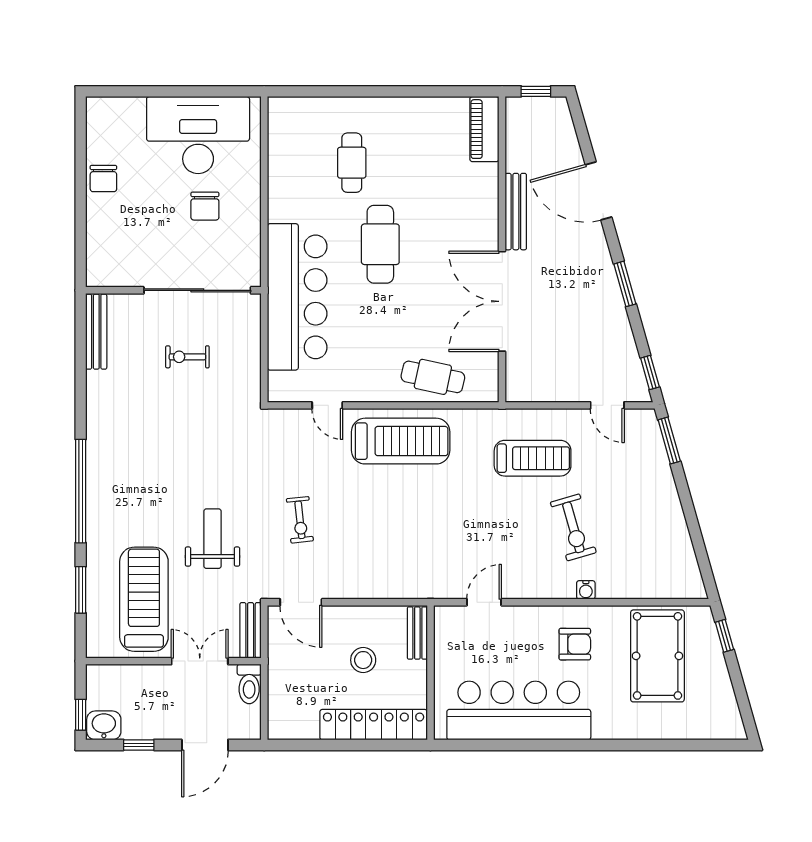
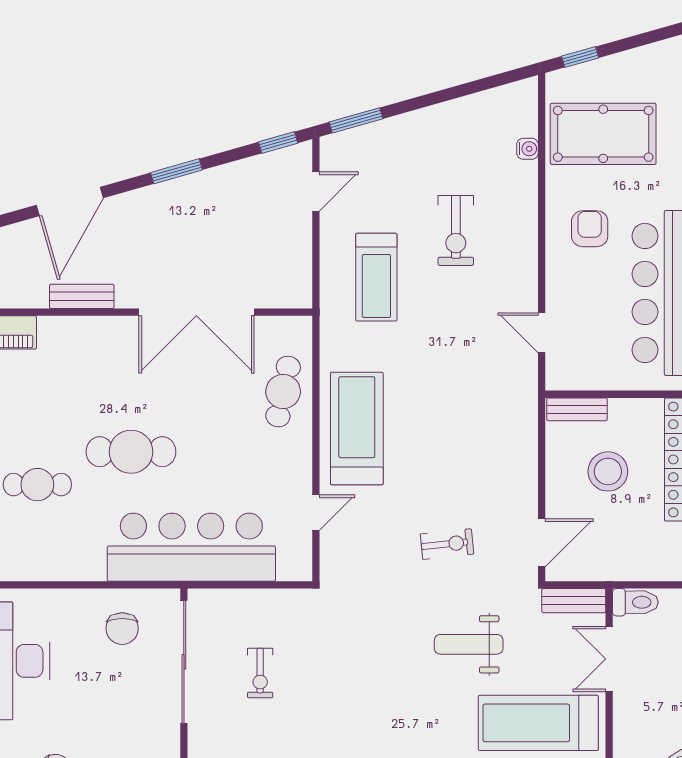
chair: (205, 206) -> (122, 629), moved, turned 90
bench: (516, 212) -> (82, 296), width x0.73
treadmill: (533, 458) -> (376, 277), turned 180
exercise bike: (573, 527) -> (456, 230), turned 106
water cooler: (586, 590) -> (528, 149), moved
stool: (363, 660) -> (608, 471), width x1.38, depth x1.38

